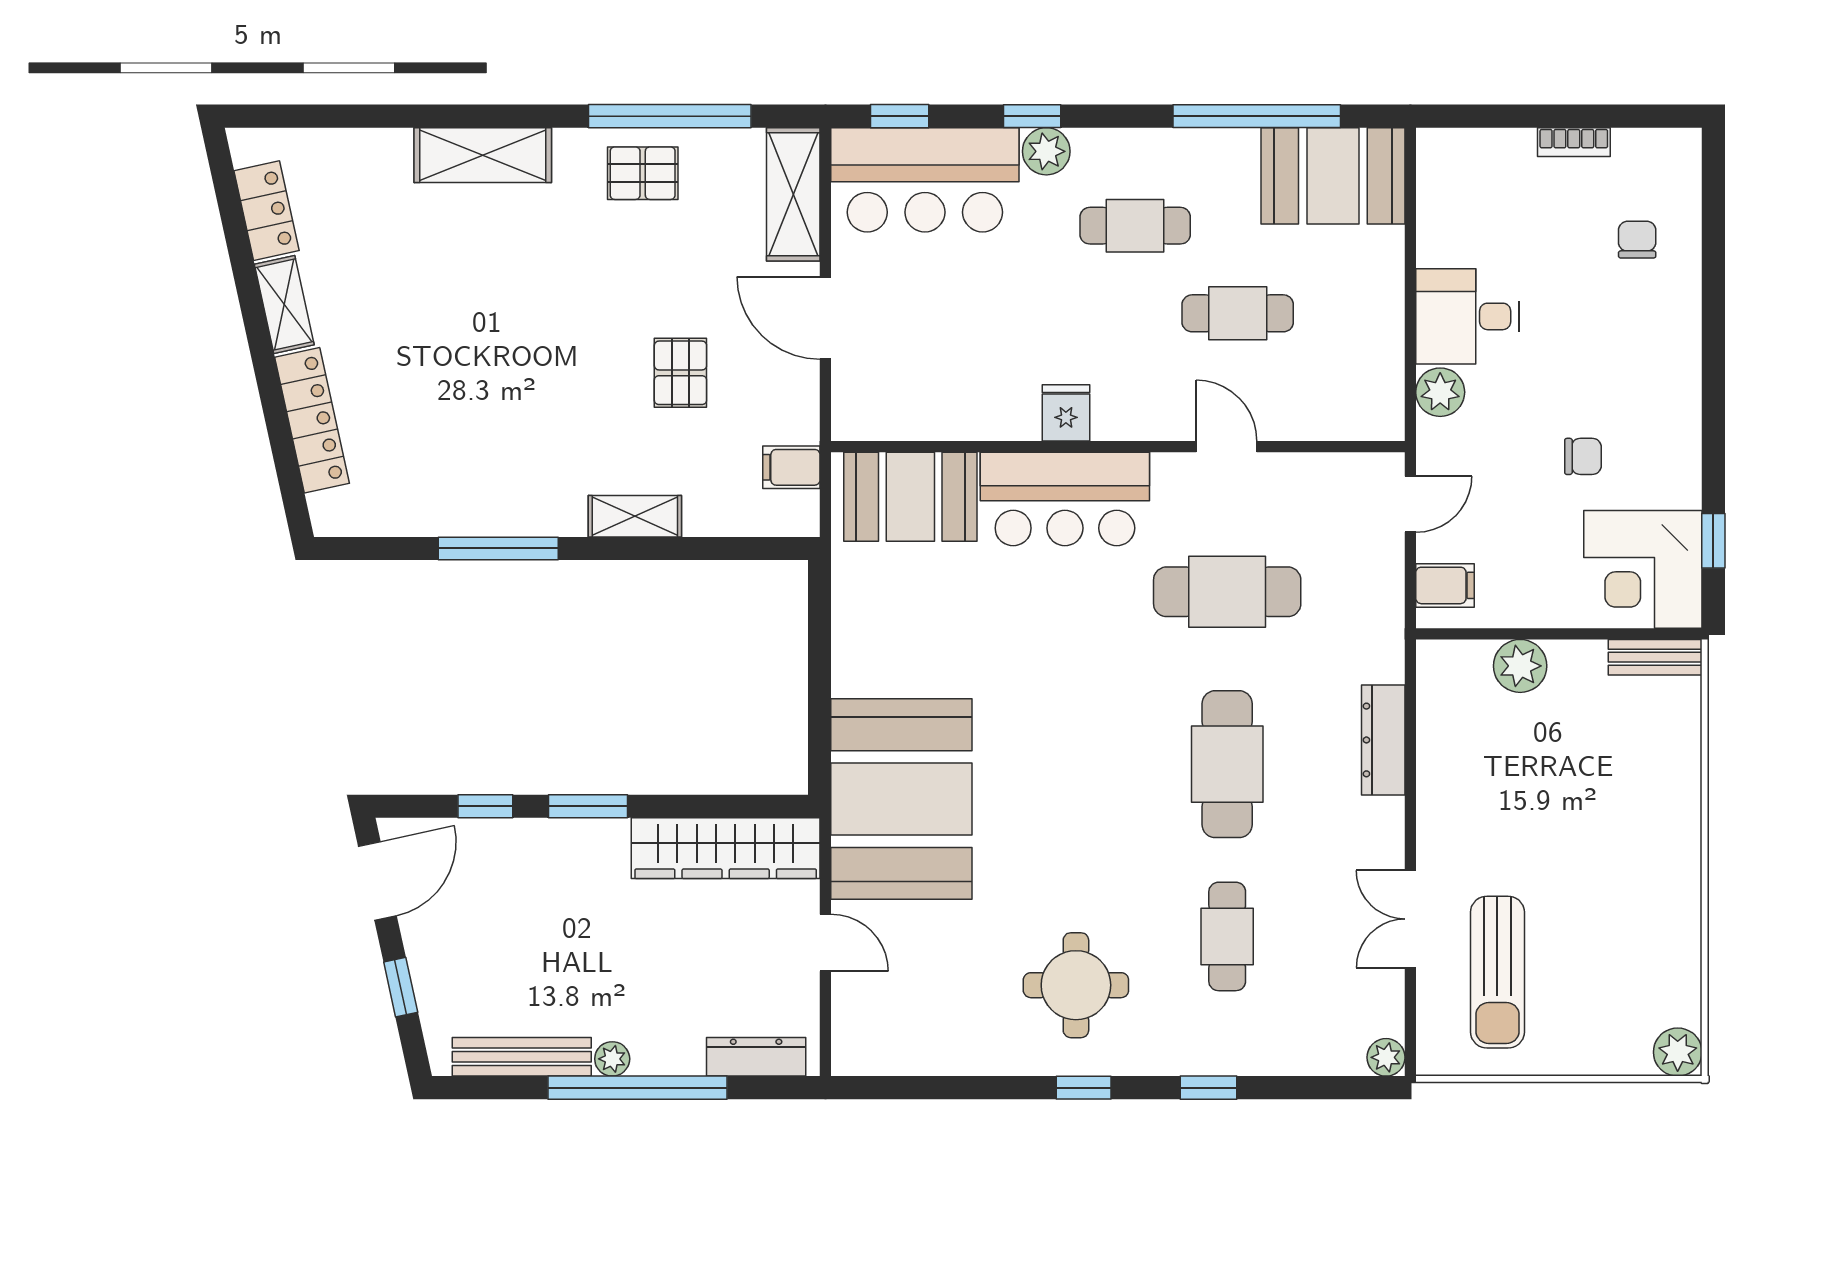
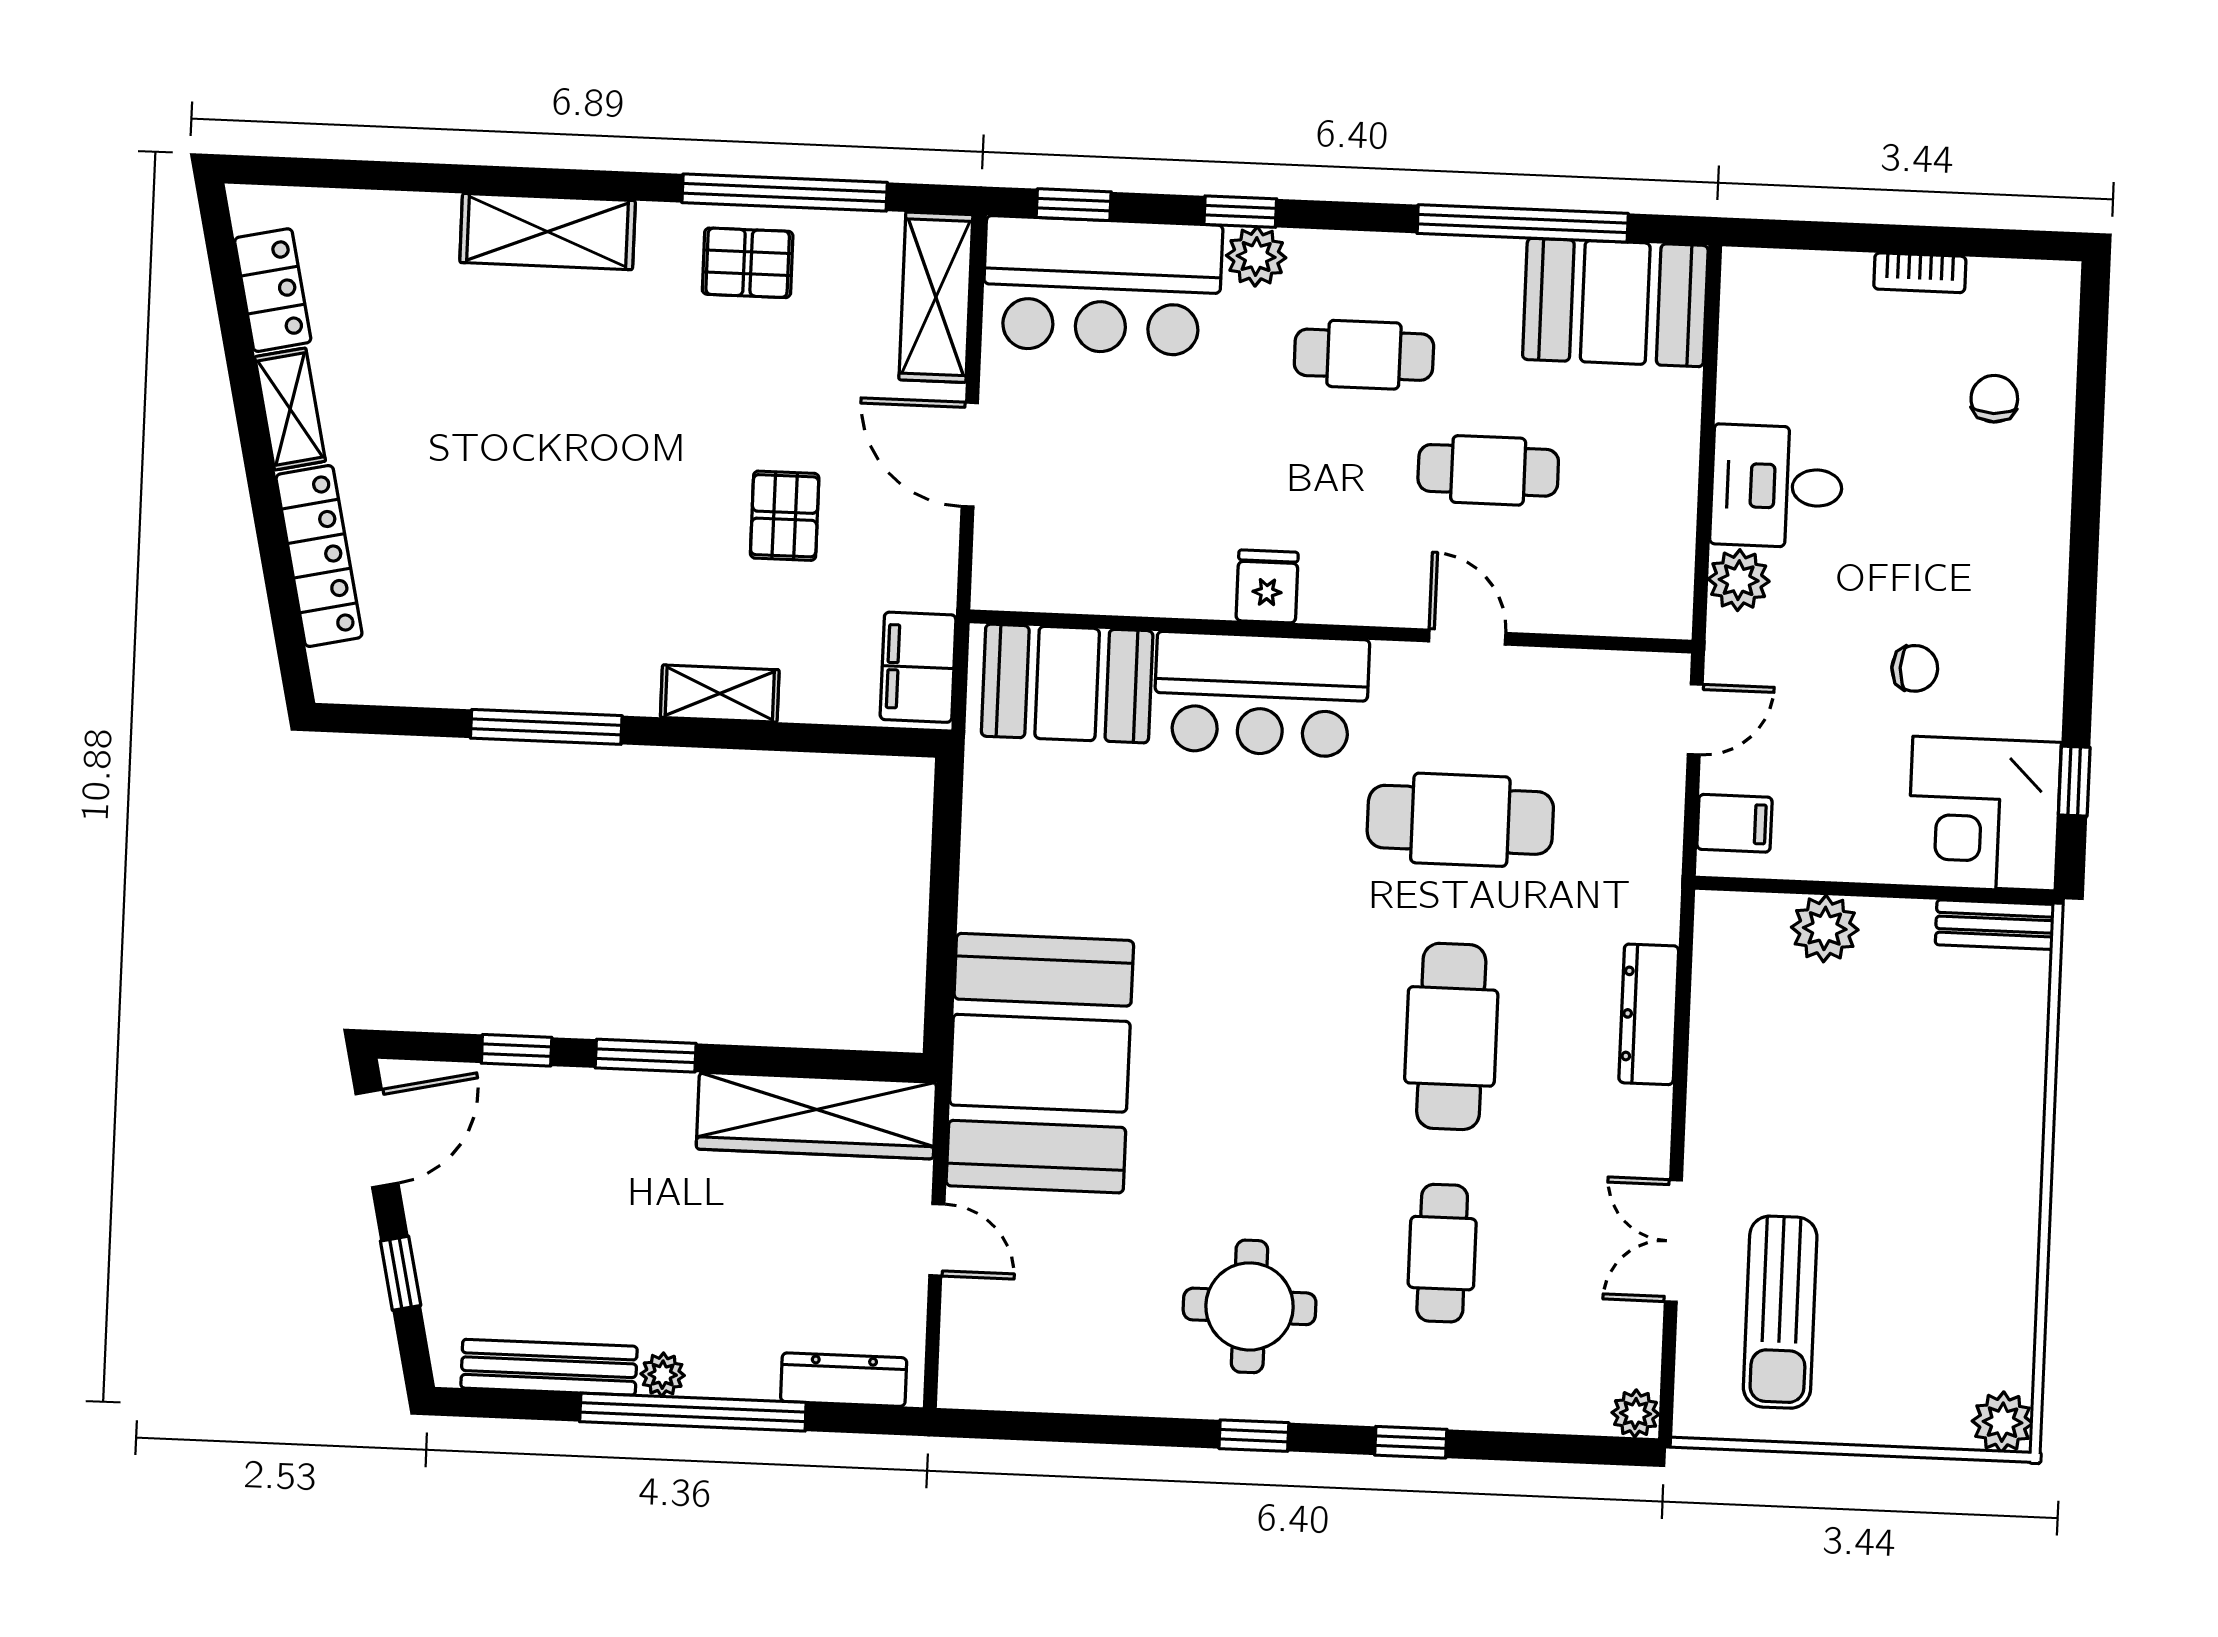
filing cabinet: (791, 467) -> (918, 667), width x2.00

